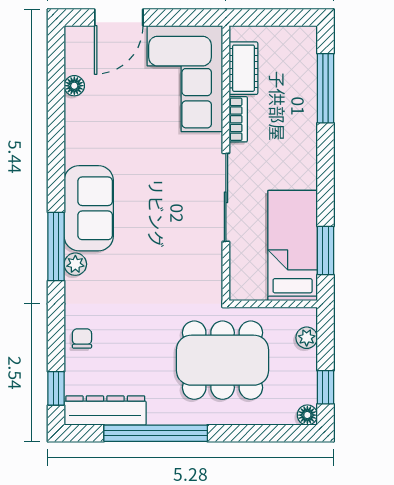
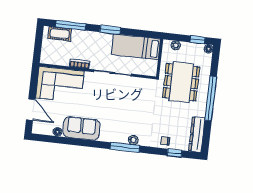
cot: (243, 68) -> (60, 34), moved
sofa: (89, 208) -> (81, 128), moved
window: (326, 251) -> (110, 30), moved
window: (56, 388) -> (175, 153), moved
window: (156, 433) -> (211, 98), moved

